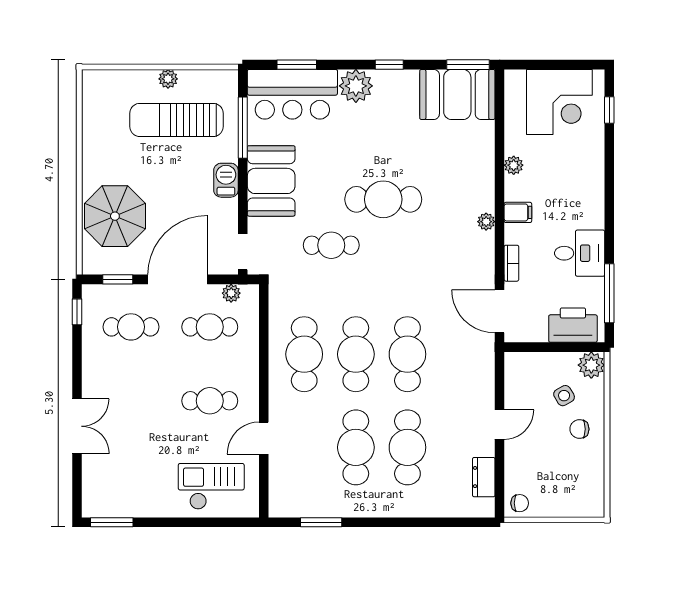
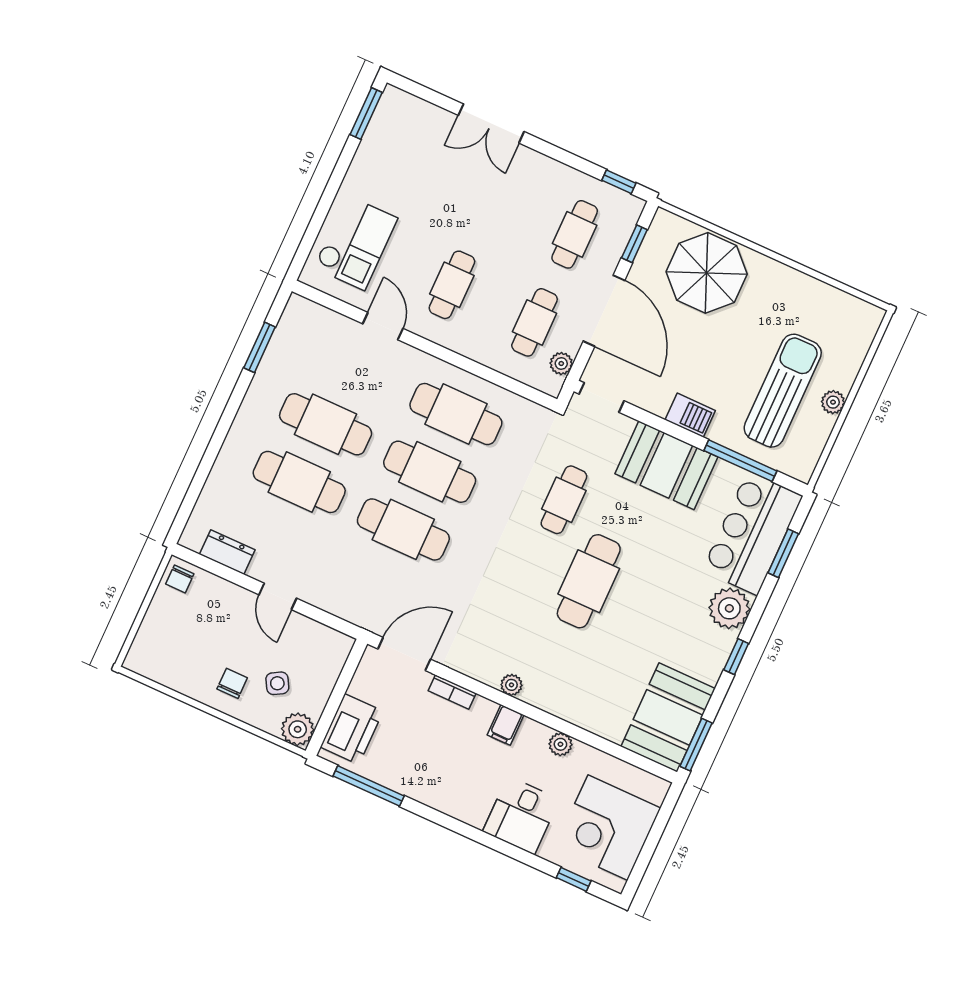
desk: (580, 253) -> (521, 815), moved

